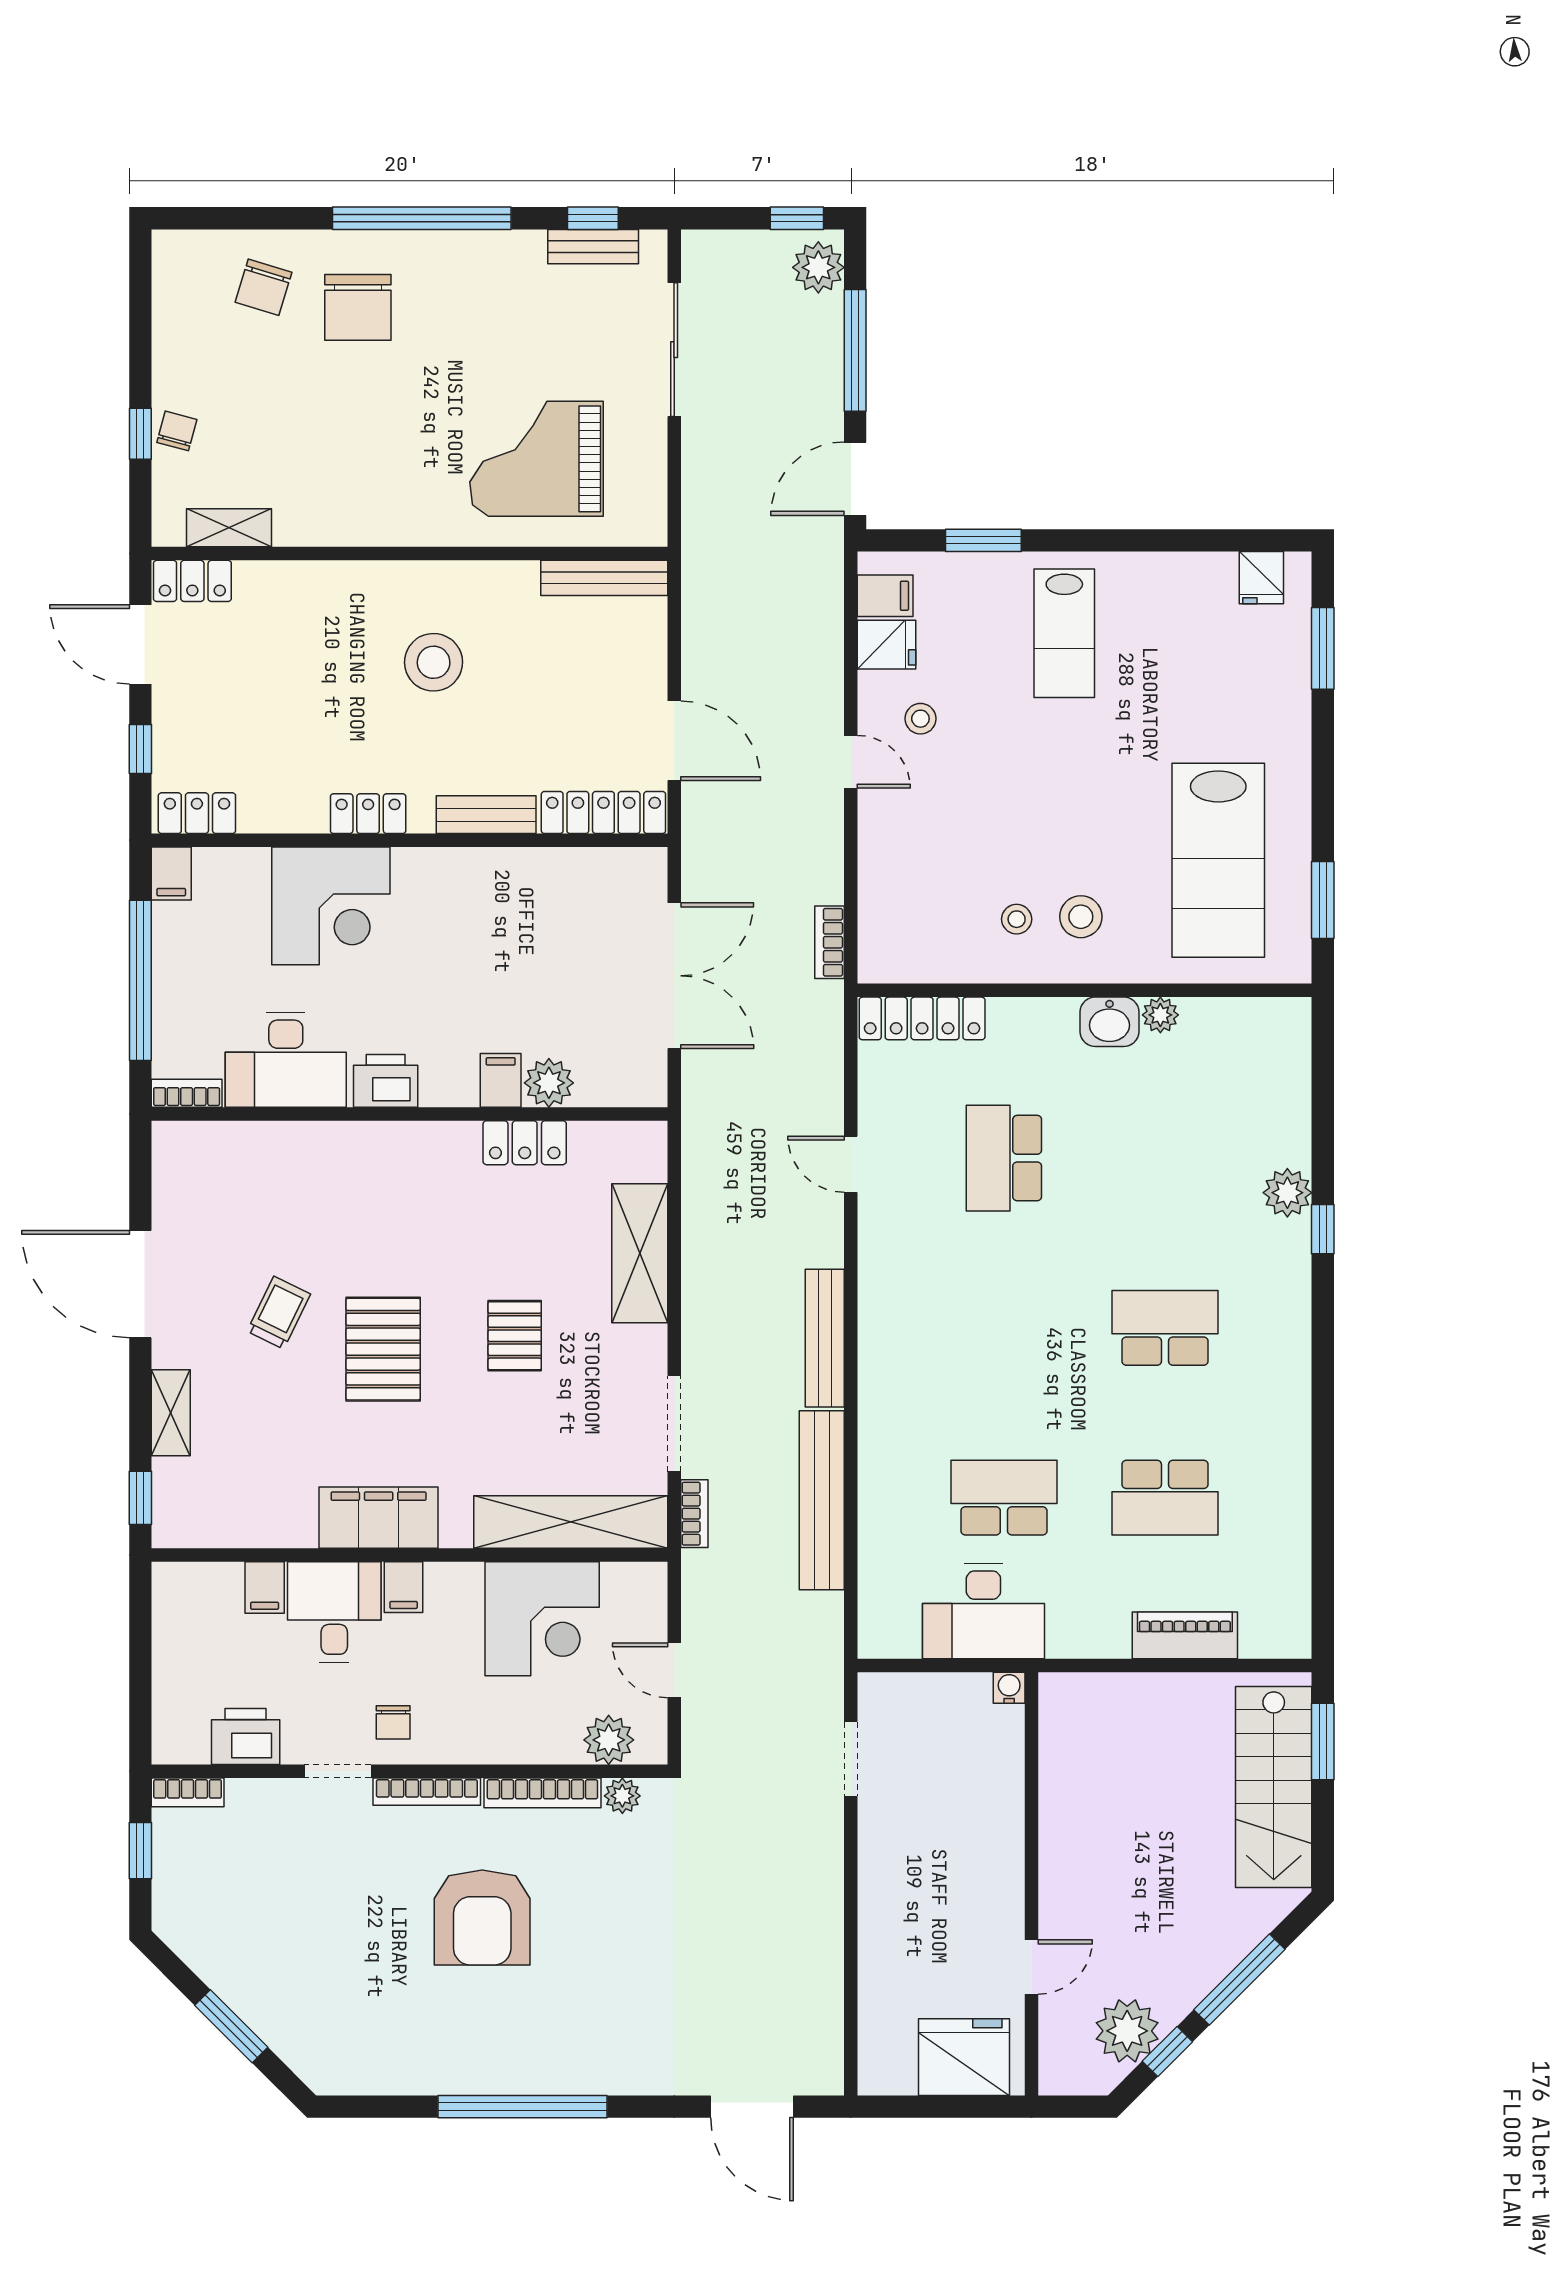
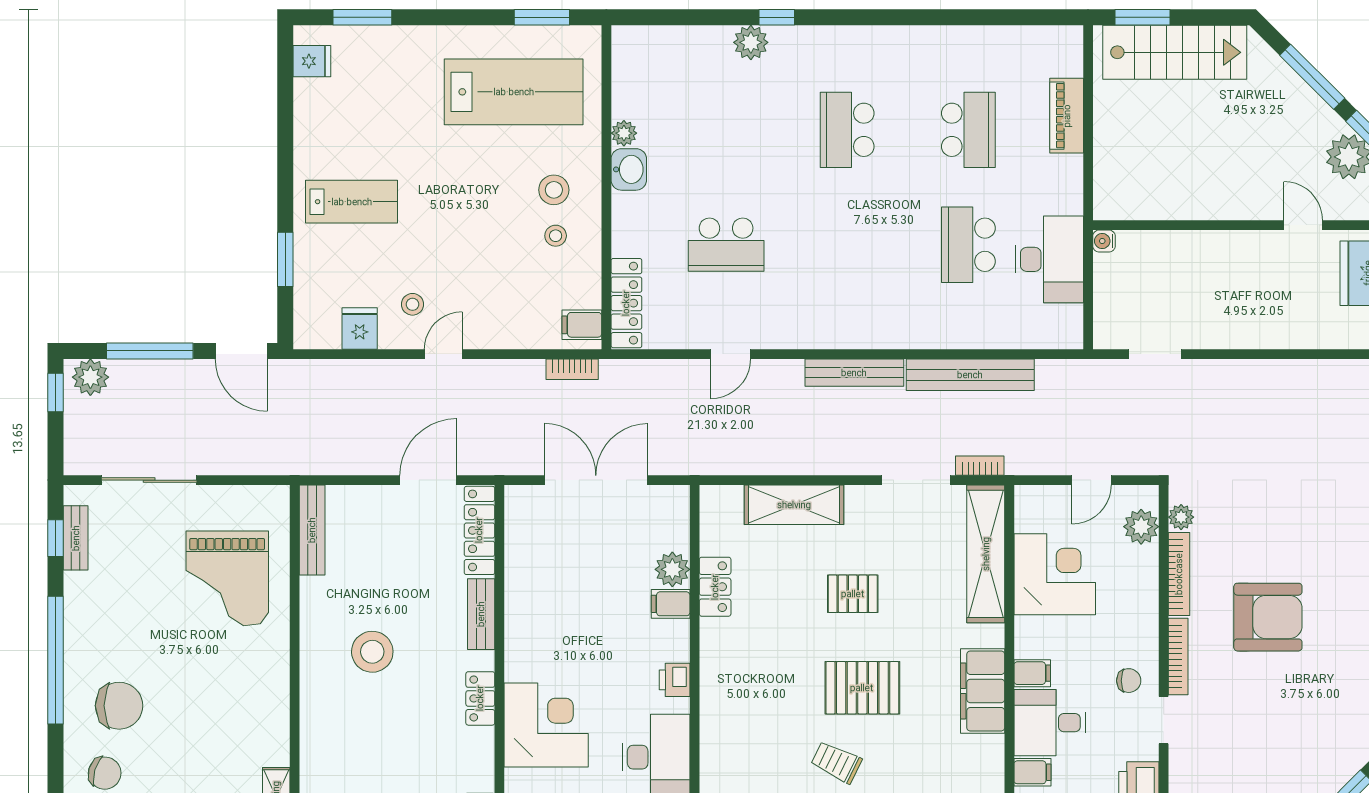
filing cabinet: (885, 596) -> (582, 325), moved, turned -90
printer: (386, 1081) -> (675, 680), width x0.73, depth x0.81

